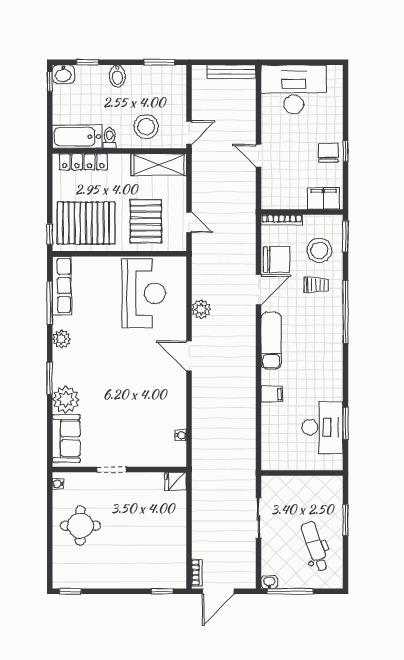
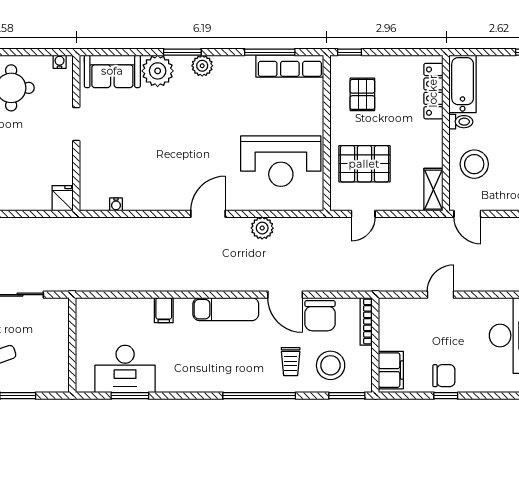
shelving: (159, 165) -> (433, 190), width x0.67, depth x0.75
pallet: (86, 223) -> (362, 94), width x0.49, depth x0.50
plant: (61, 339) -> (202, 66), moved

